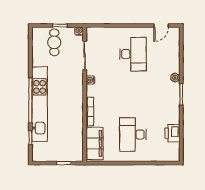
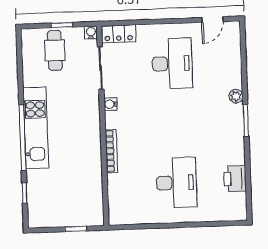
locker: (98, 33) -> (119, 34), added
kitchen unit: (40, 104) -> (36, 128), width x0.73
desk: (133, 134) -> (176, 183), turned 180
filing cabinet: (95, 143) -> (120, 198), removed

